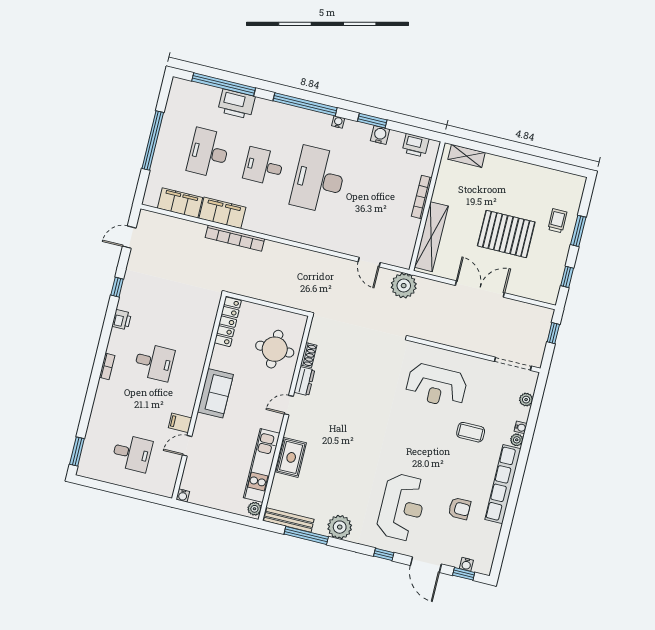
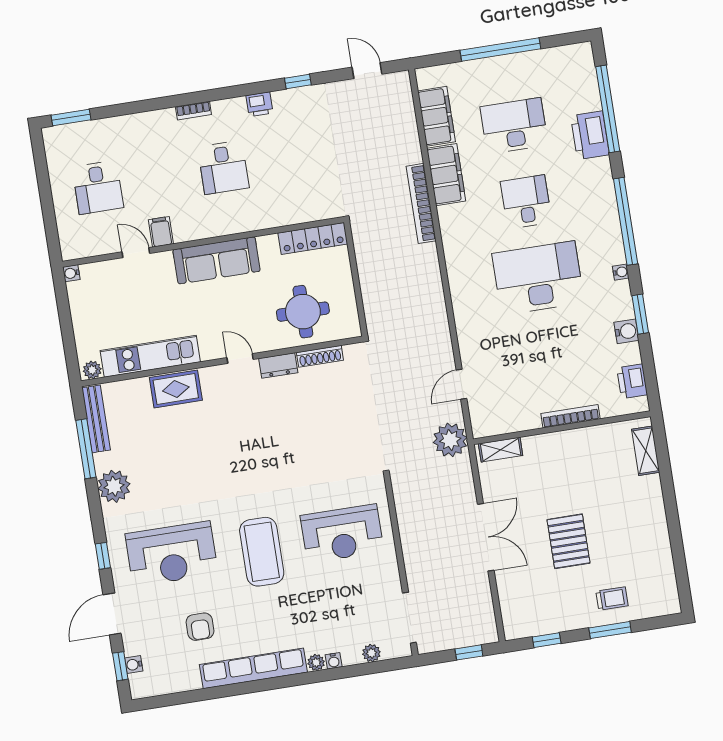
pallet: (506, 234) -> (569, 541), width x0.73, depth x0.71
shelving: (431, 237) -> (501, 450), width x0.45, depth x0.75
shoe rack: (309, 355) -> (320, 356), width x1.43
reception desk: (436, 386) -> (342, 533), turned -90
sofa: (215, 393) -> (217, 260), width x1.36
coffee table: (471, 432) -> (262, 552), moved, width x1.86, depth x1.72

